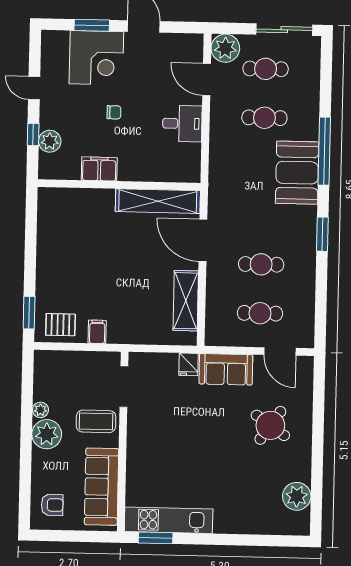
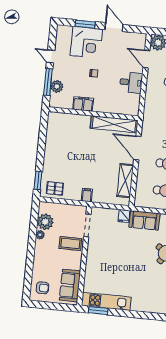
window: (33, 134) -> (48, 82), width x2.17
filing cabinet: (97, 332) -> (87, 195), moved
plant: (47, 434) -> (45, 222), moved
sofa: (102, 487) -> (70, 285), width x0.73

